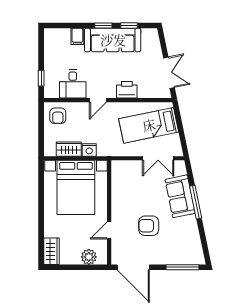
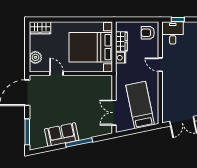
desk: (73, 84) -> (173, 33), moved, turned 90
printer: (127, 90) -> (168, 88), removed
sofa: (180, 196) -> (62, 135), moved
armchair: (149, 226) -> (60, 105), removed

